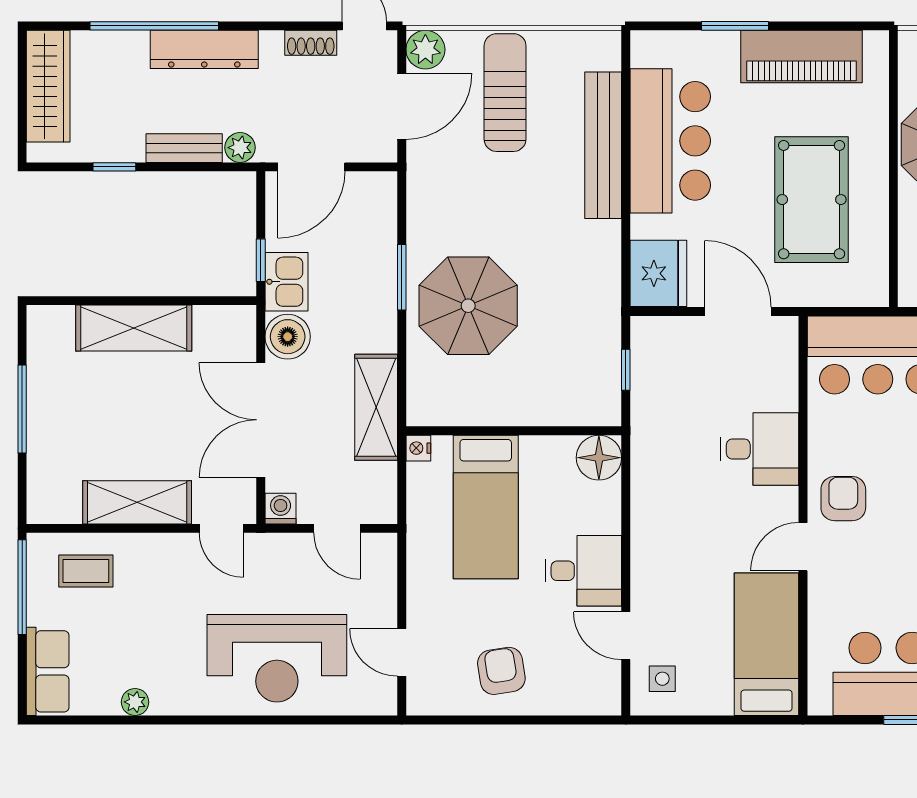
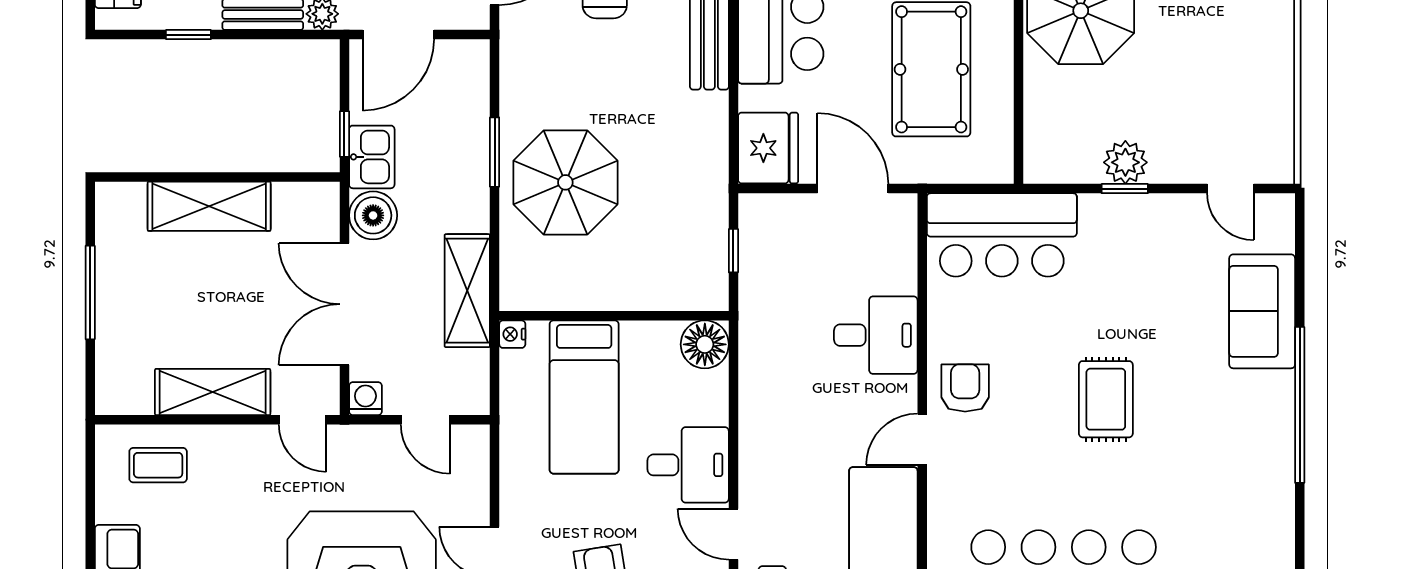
window: (22, 587) -> (90, 482), removed

